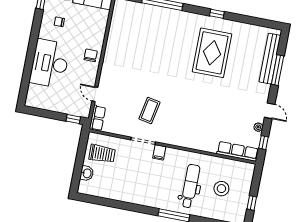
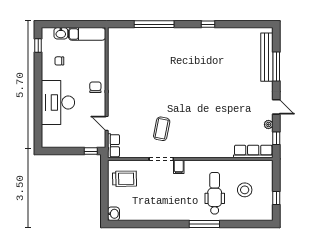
rug: (212, 53) -> (211, 62), removed
washbasin: (87, 173) -> (114, 214), moved

